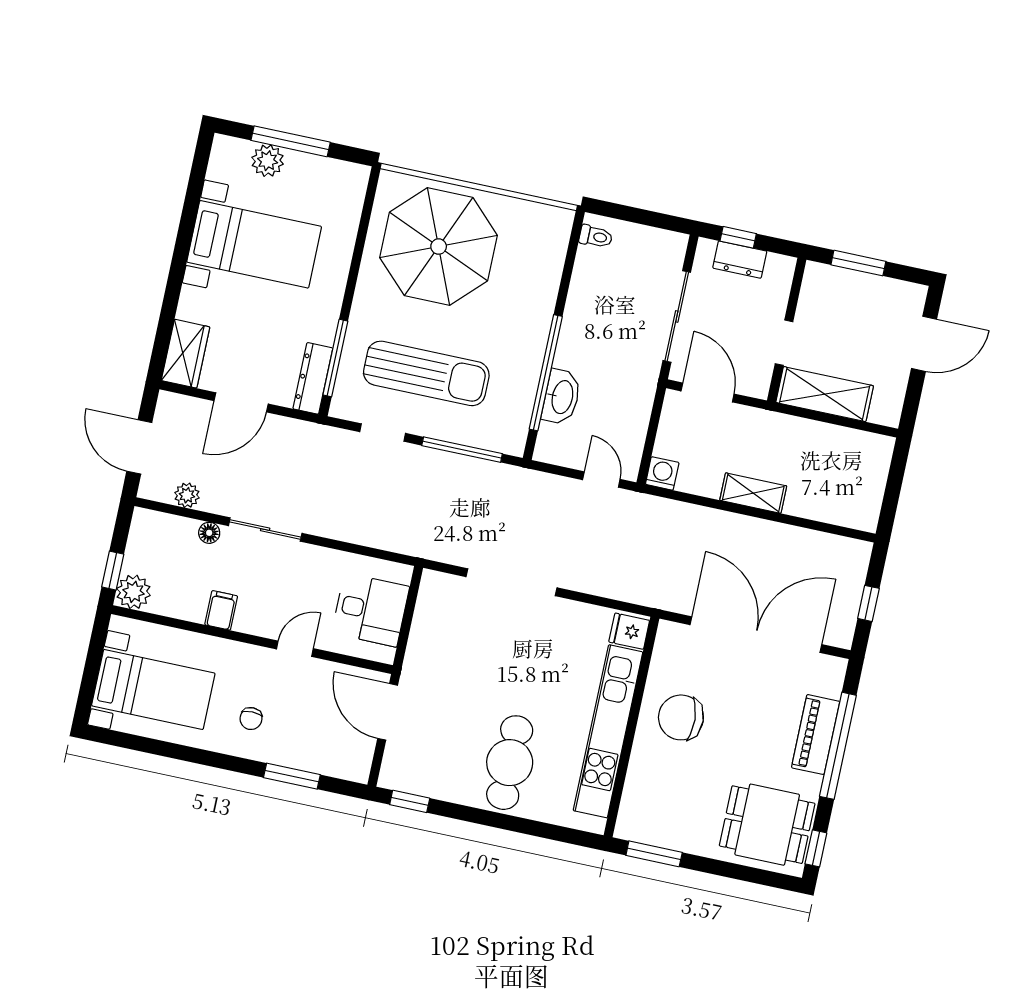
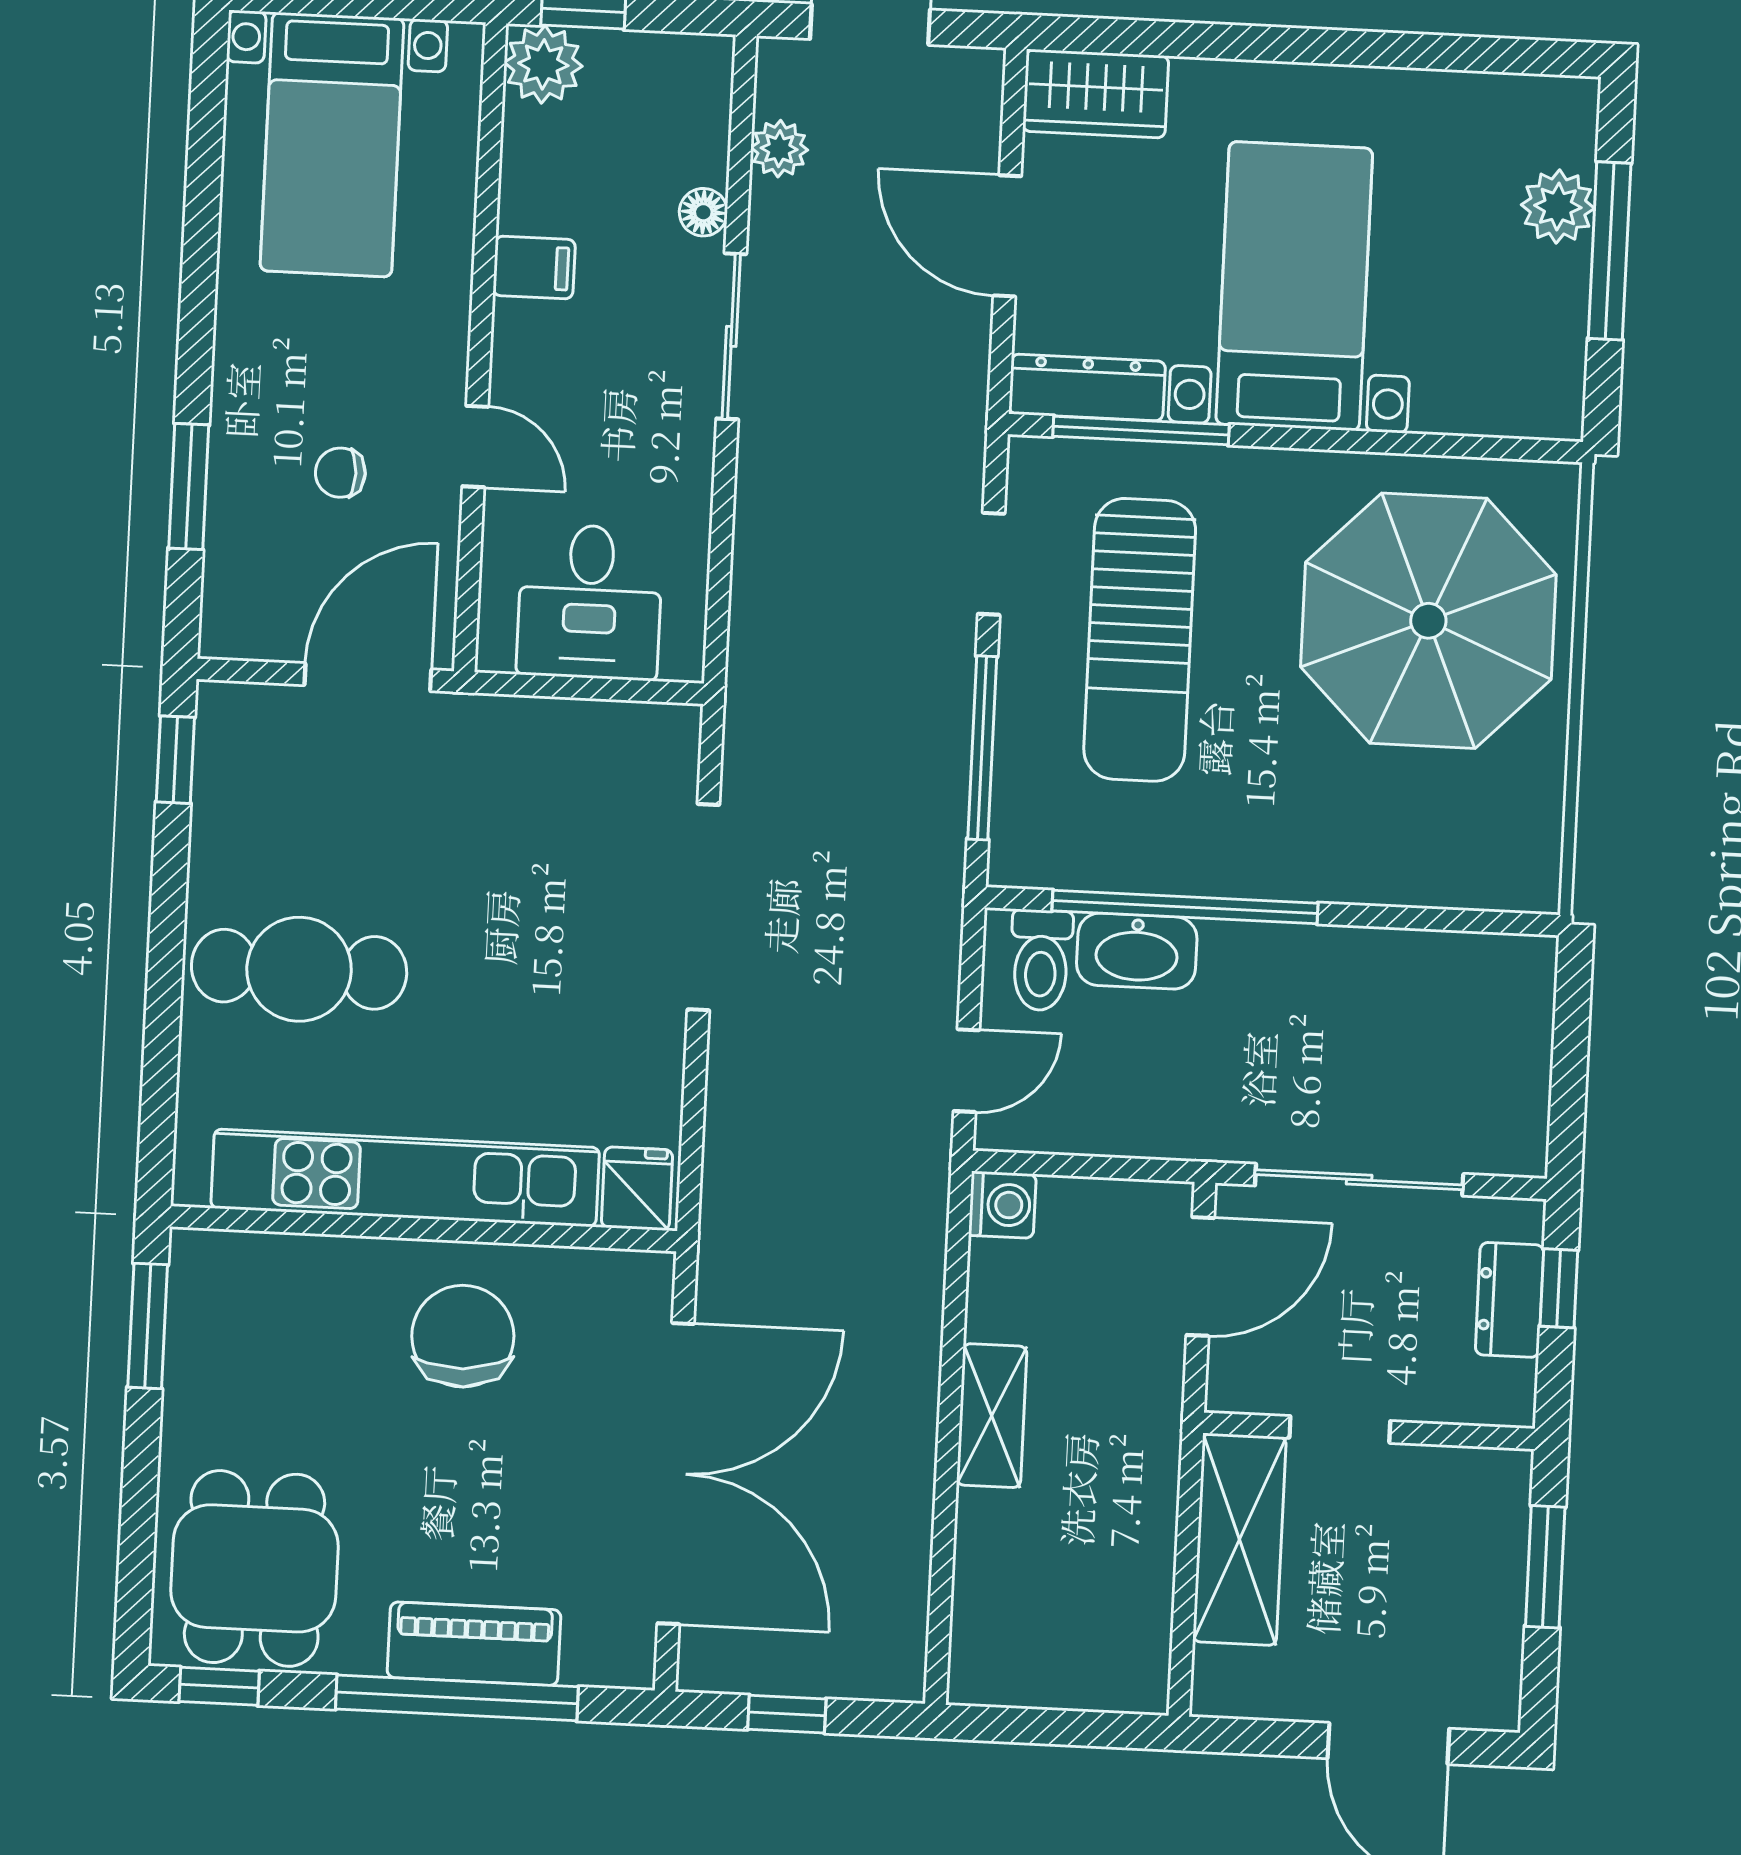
toilet: (596, 237) -> (1041, 960), moved, width x1.37, depth x1.39
bed with nightstands: (254, 244) -> (1294, 286), moved, turned 180
chair: (251, 719) -> (340, 473), moved

